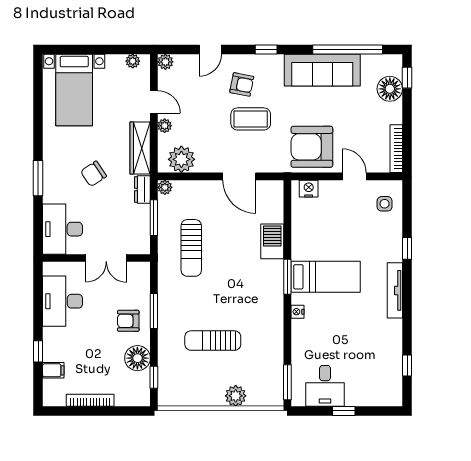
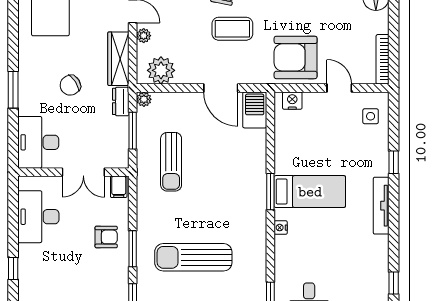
barbecue: (272, 241) -> (255, 110), moved
window: (154, 311) -> (133, 249), moved
armchair: (128, 321) -> (106, 237), turned 180
sun lounger: (213, 341) -> (193, 257), width x1.36, depth x1.34
floor lamp: (137, 358) -> (116, 275), removed
filing cabinet: (53, 370) -> (119, 187), moved, turned 90

